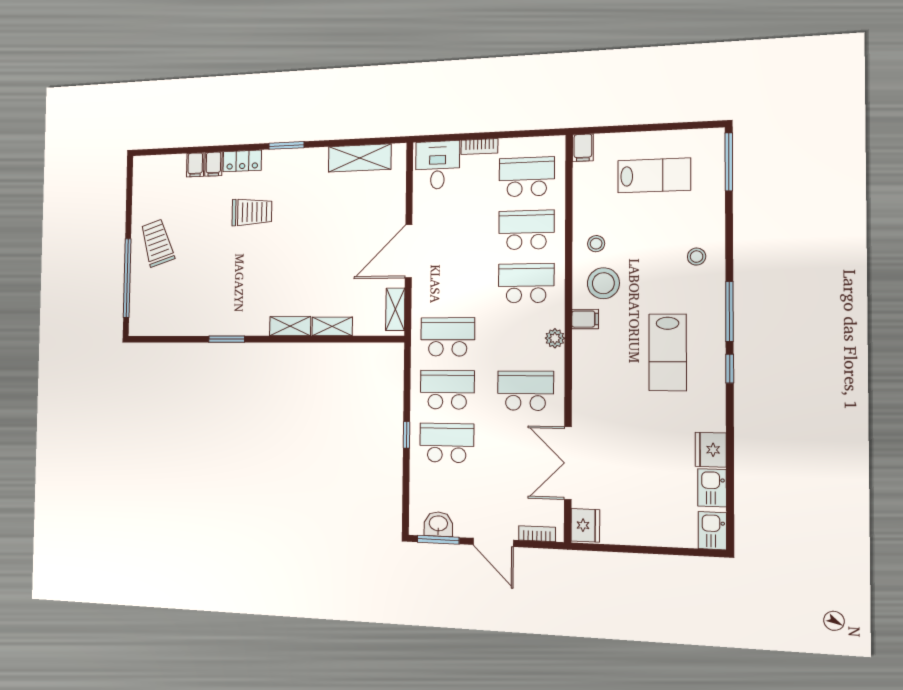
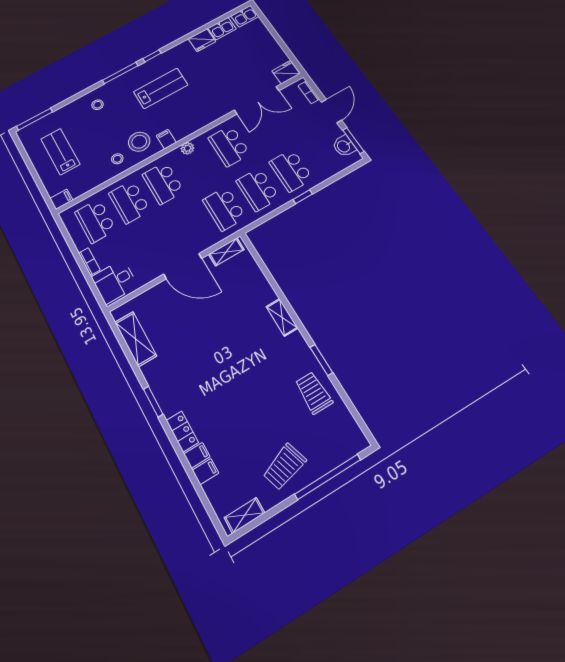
trolley: (252, 212) -> (314, 393), moved
shelving: (332, 326) -> (244, 515), moved, turned 90

